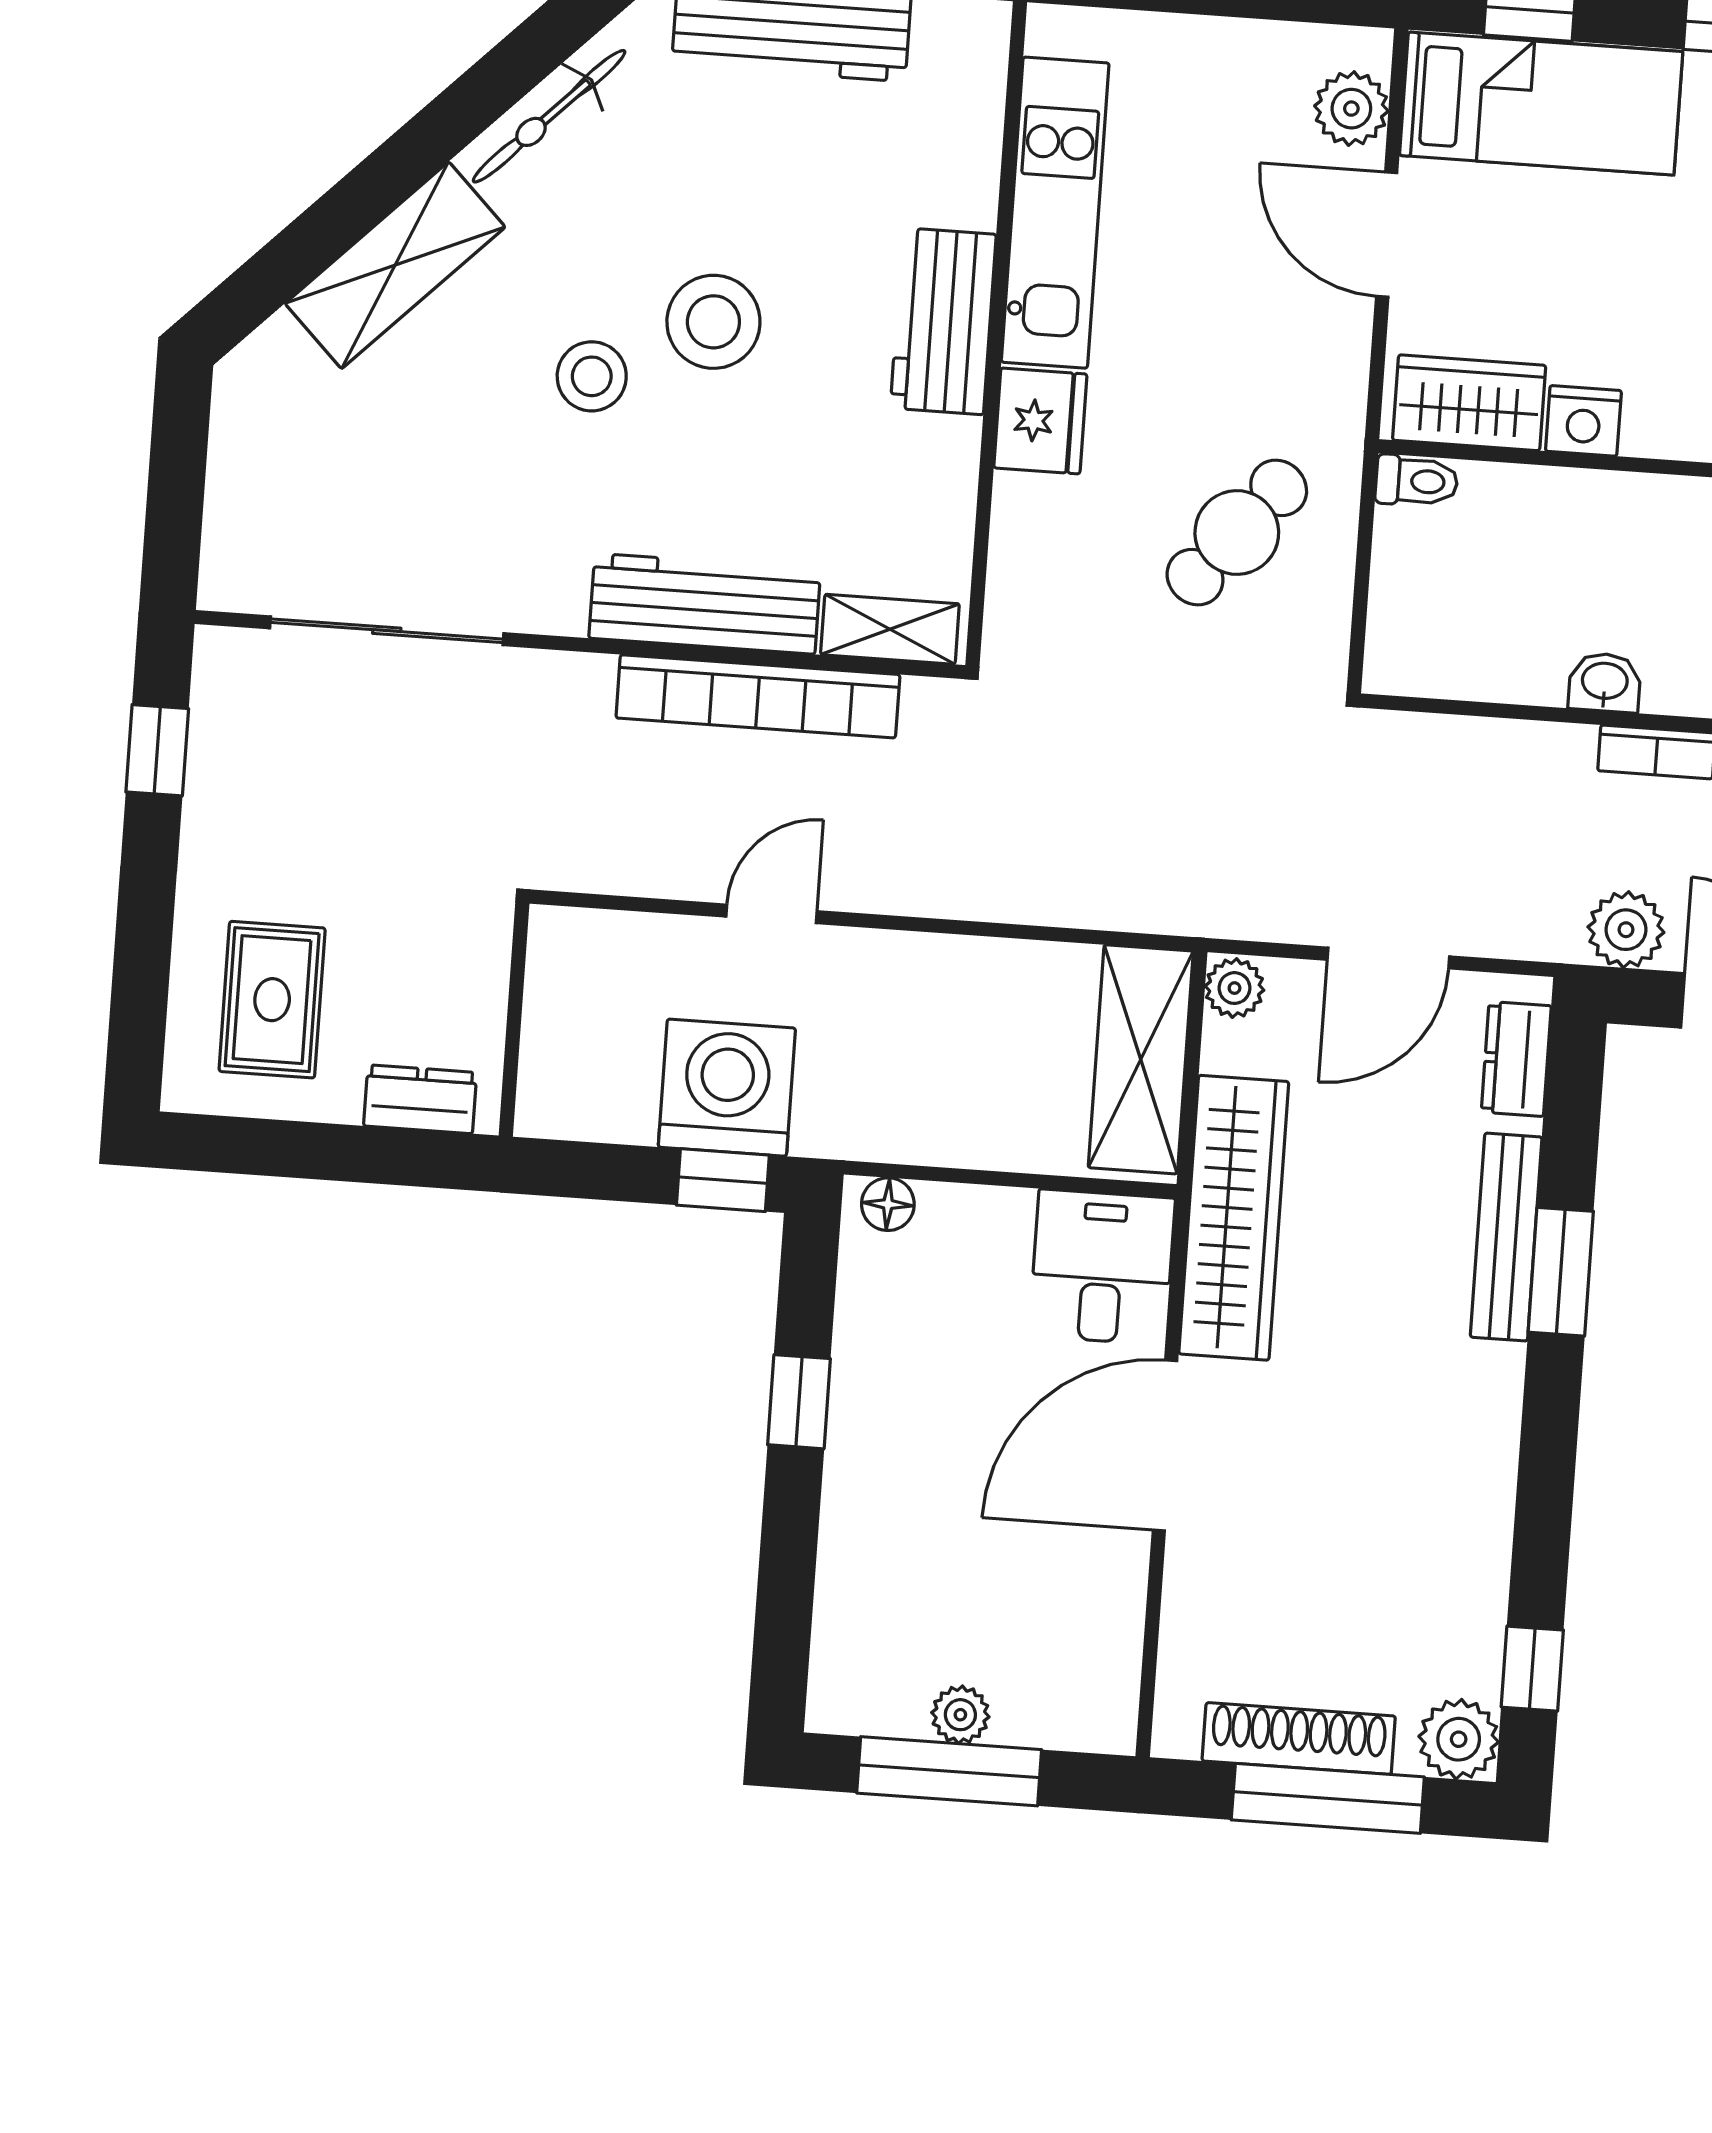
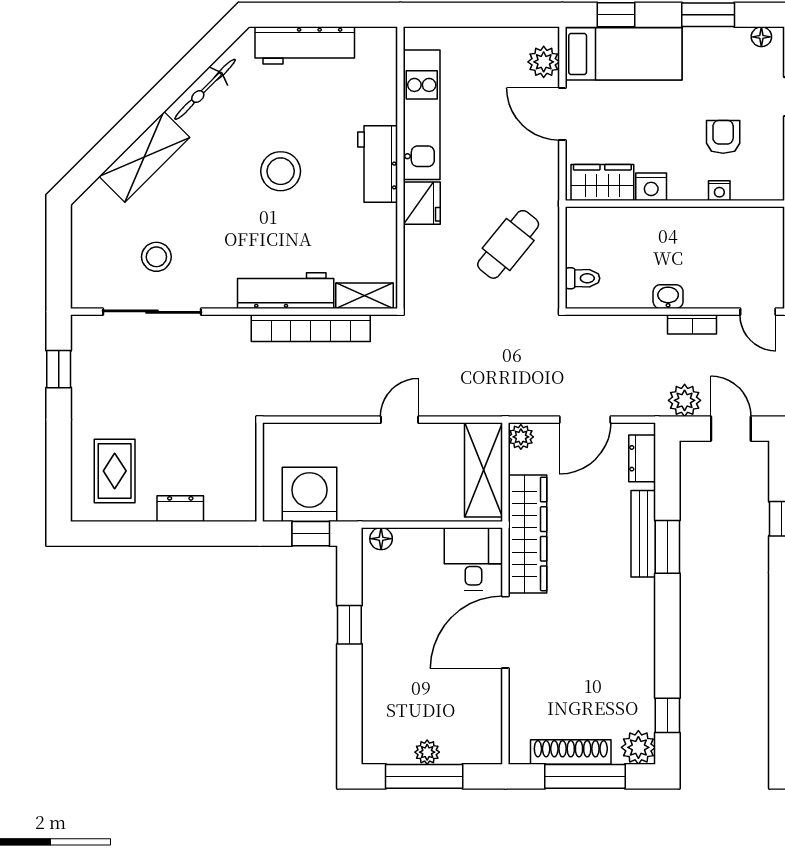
stool: (592, 376) -> (156, 257), moved
toilet: (1417, 481) -> (583, 278), moved
door: (771, 914) -> (400, 420), moved
wall: (514, 1020) -> (260, 472), moved

